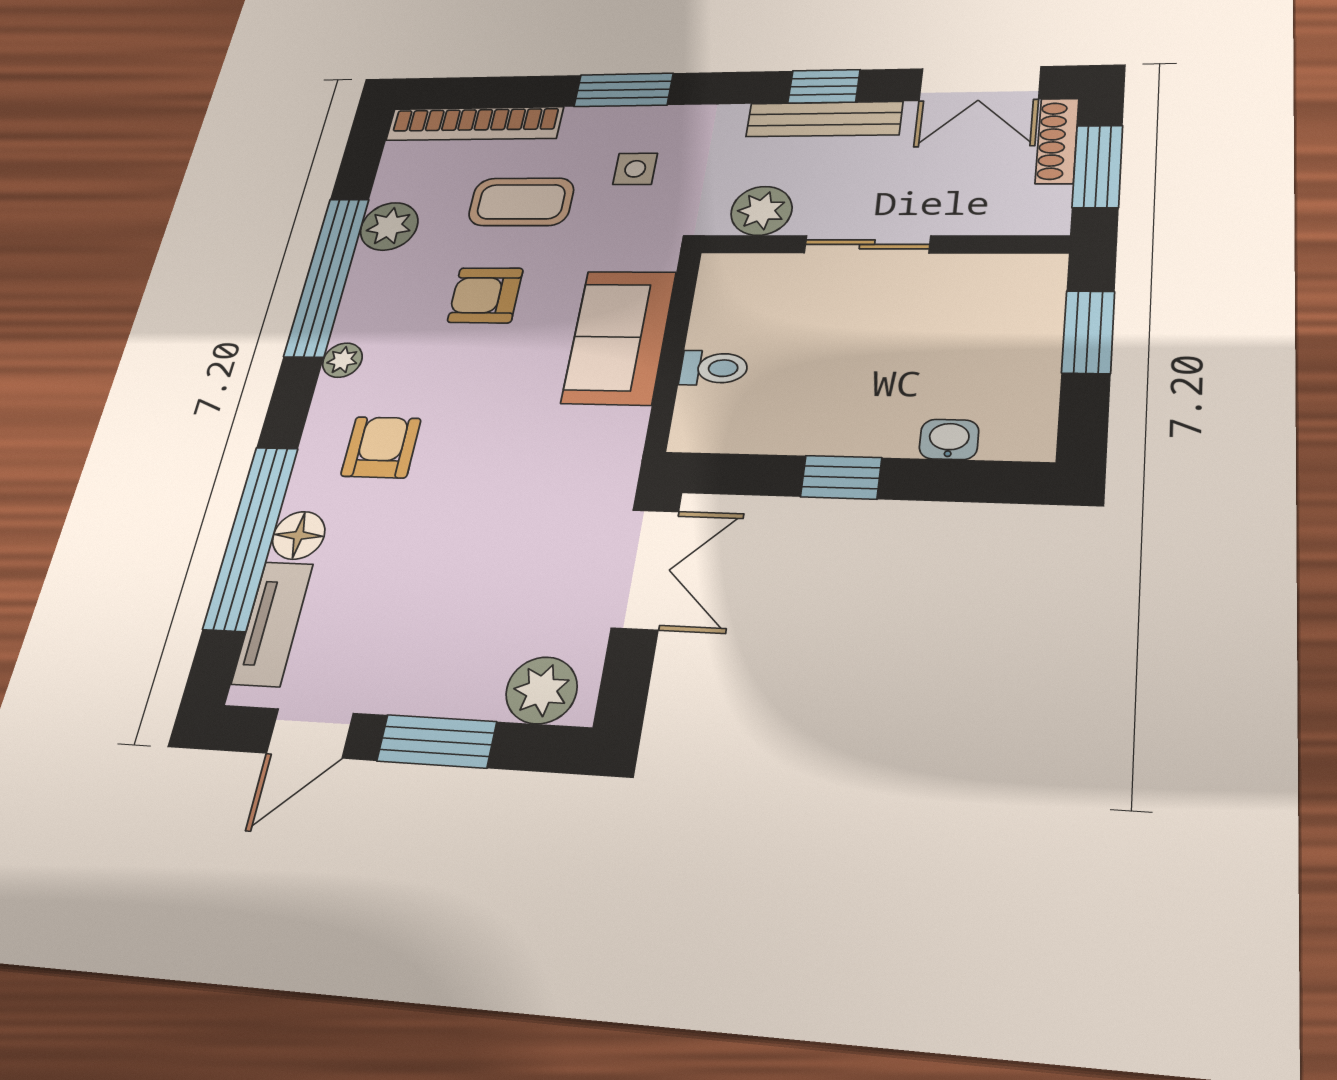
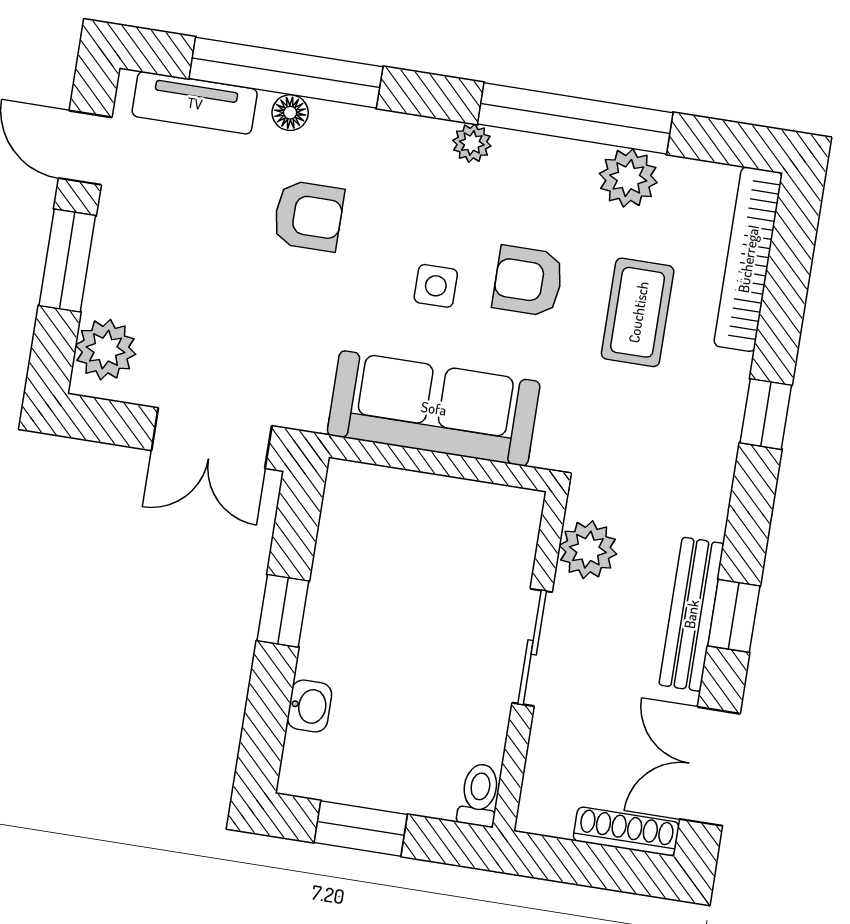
window: (624, 90) -> (766, 414), width x0.67
window: (1098, 166) -> (590, 865), removed
side table: (635, 169) -> (436, 286), moved
armchair: (485, 295) -> (528, 281), turned -90
window: (1088, 332) -> (361, 828), moved
sofa: (619, 337) -> (434, 408), width x1.36
toilet: (714, 368) -> (479, 795), moved, turned 180
armchair: (381, 447) -> (308, 216), moved
floor lamp: (299, 535) -> (290, 113), width x0.73, depth x0.73

